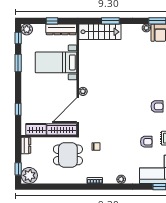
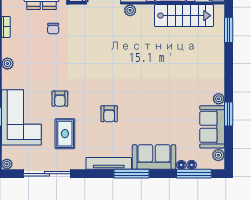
window: (110, 21) -> (229, 30), moved
stairs: (100, 32) -> (184, 16), moved, turned -90

